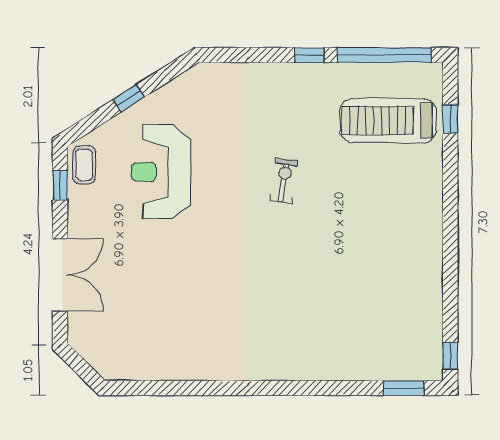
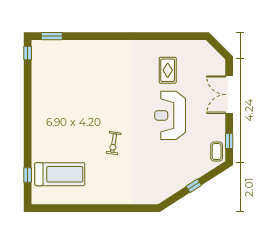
window: (309, 55) -> (100, 208), removed
window: (384, 55) -> (62, 208), removed
reception desk: (161, 172) -> (170, 115), moved, turned 180
rug: (179, 322) -> (168, 70), added

